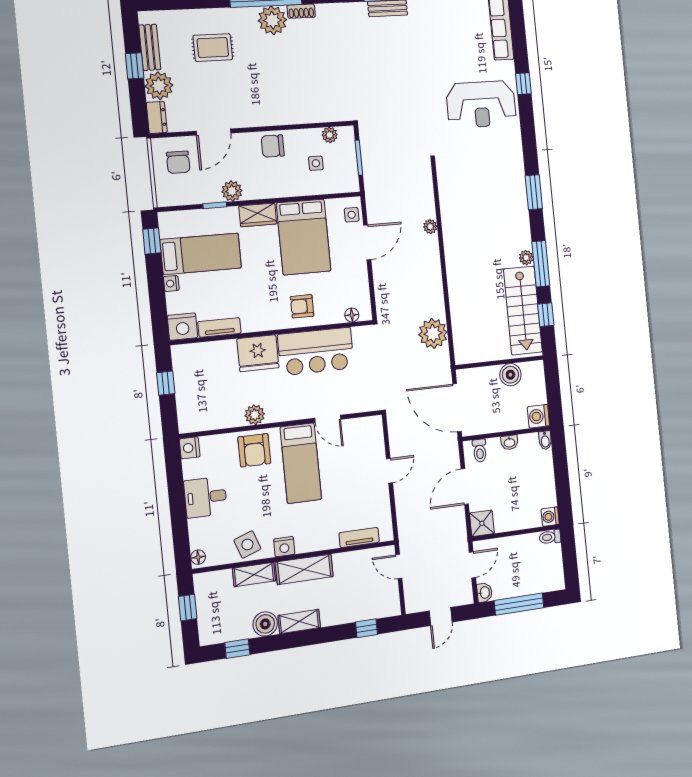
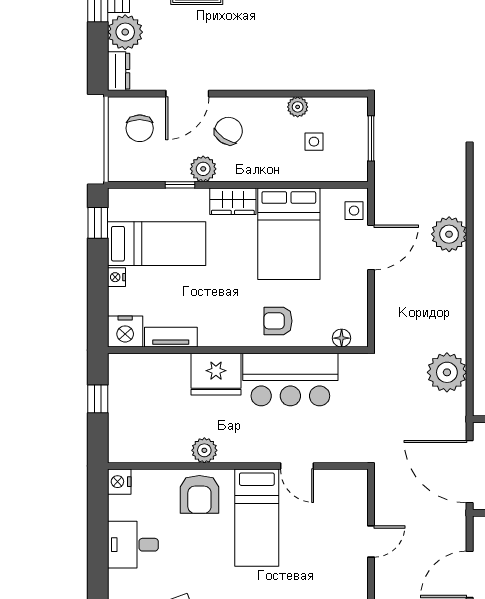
plant: (330, 135) -> (298, 107), moved
chair: (273, 146) -> (228, 131), moved, turned 124
plant: (430, 227) -> (449, 234), width x1.88, depth x1.88

